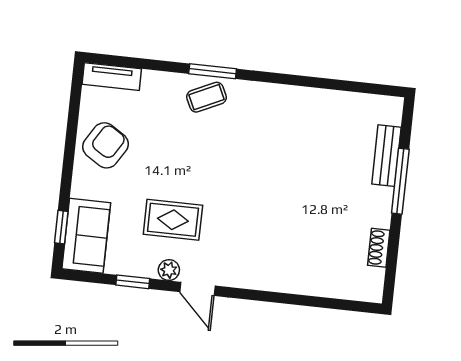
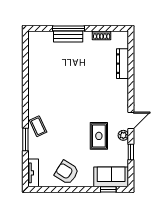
window: (213, 71) -> (25, 139), moved
bench: (386, 156) -> (68, 37), moved
dresser: (316, 284) -> (122, 64), added

